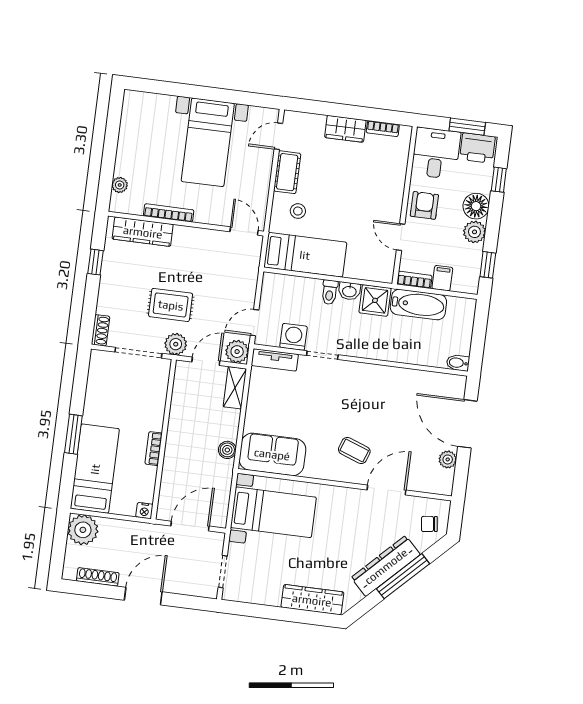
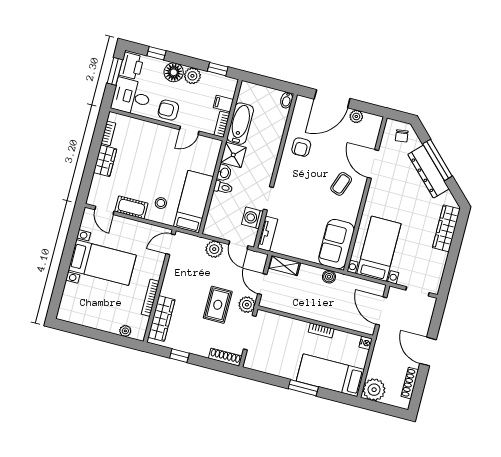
shoe rack: (101, 330) -> (225, 357), width x1.43
plant: (237, 352) -> (214, 249), moved
armchair: (397, 391) -> (301, 147), added

